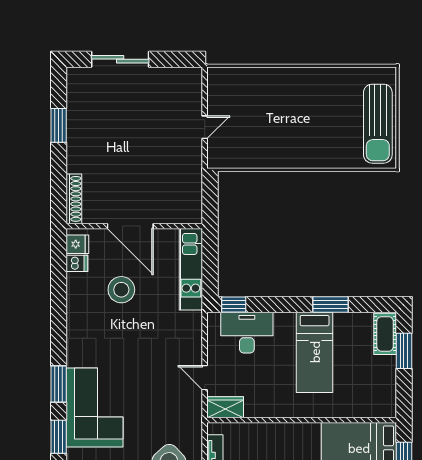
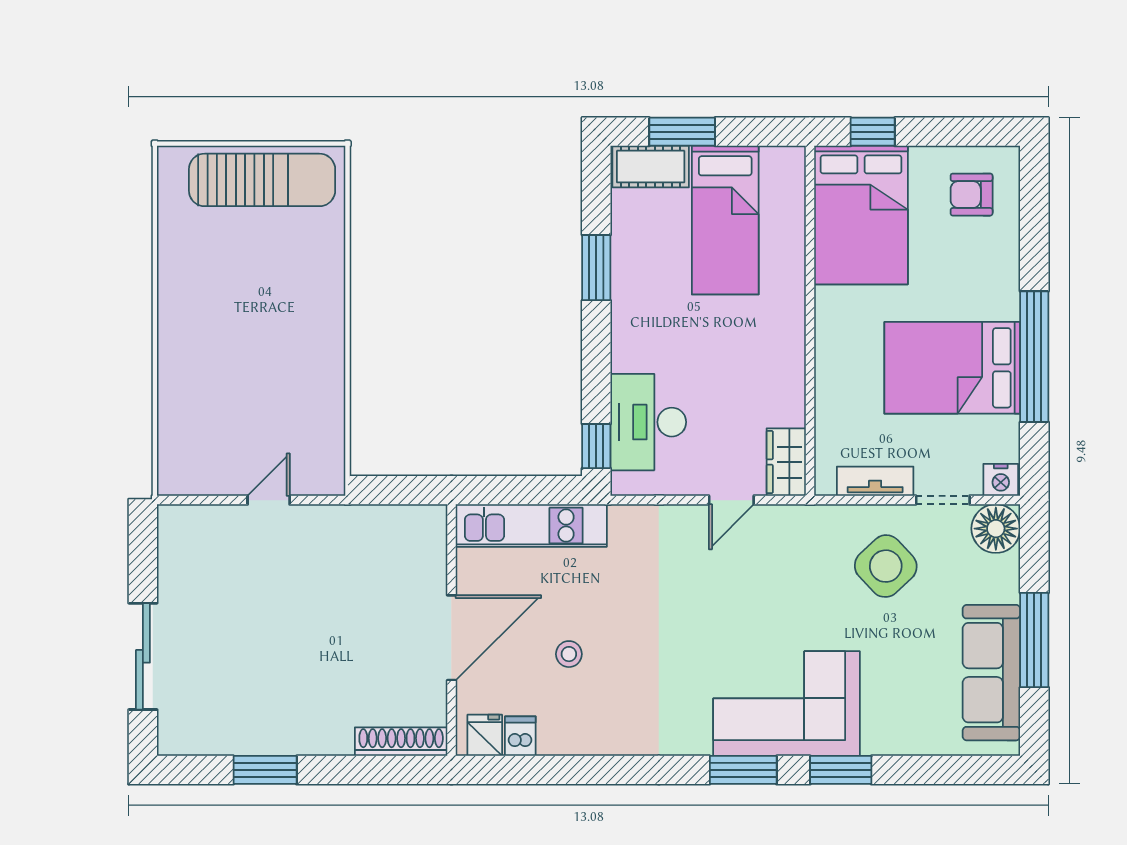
door: (205, 127) -> (269, 500), hinge flipped
stool: (121, 290) -> (569, 654), width x0.53, depth x0.53
bed: (315, 352) -> (725, 220), moved, turned 90

